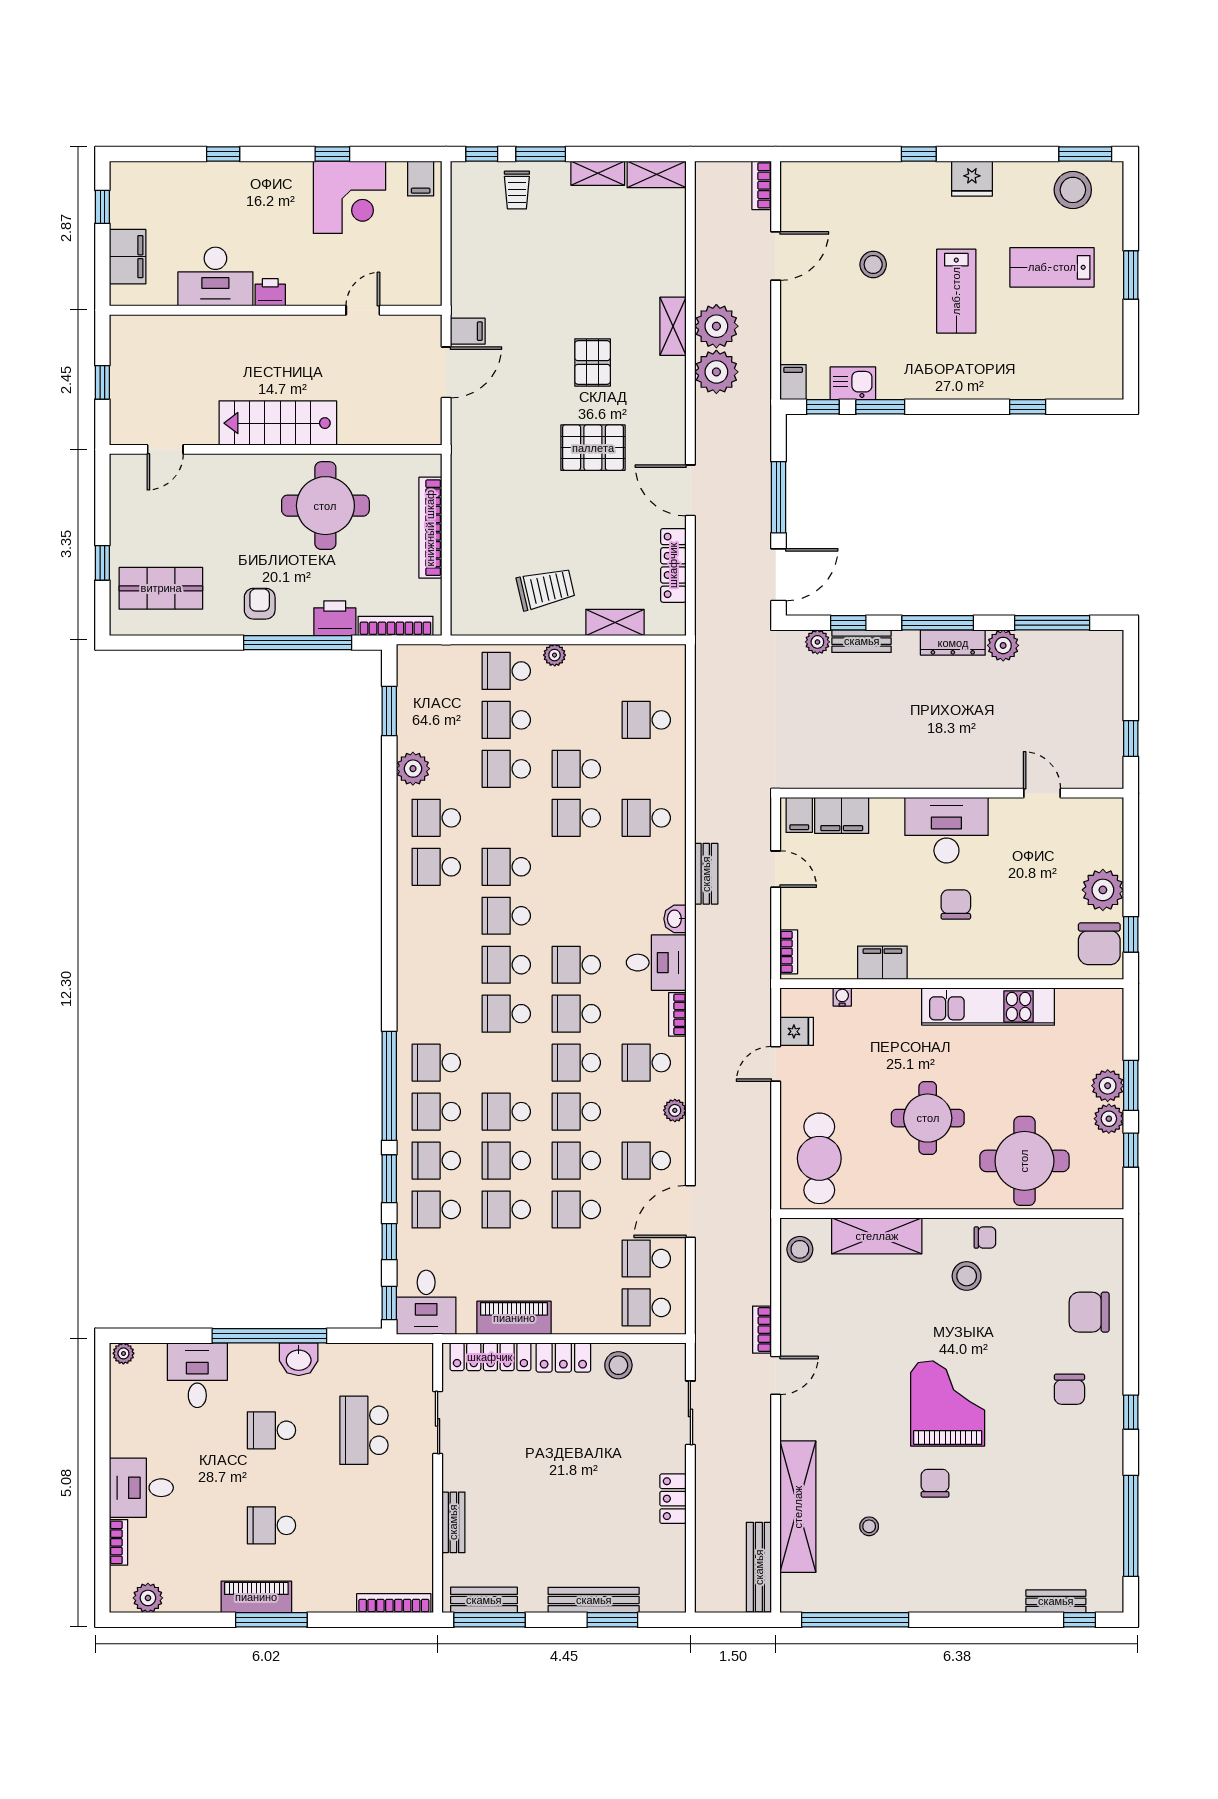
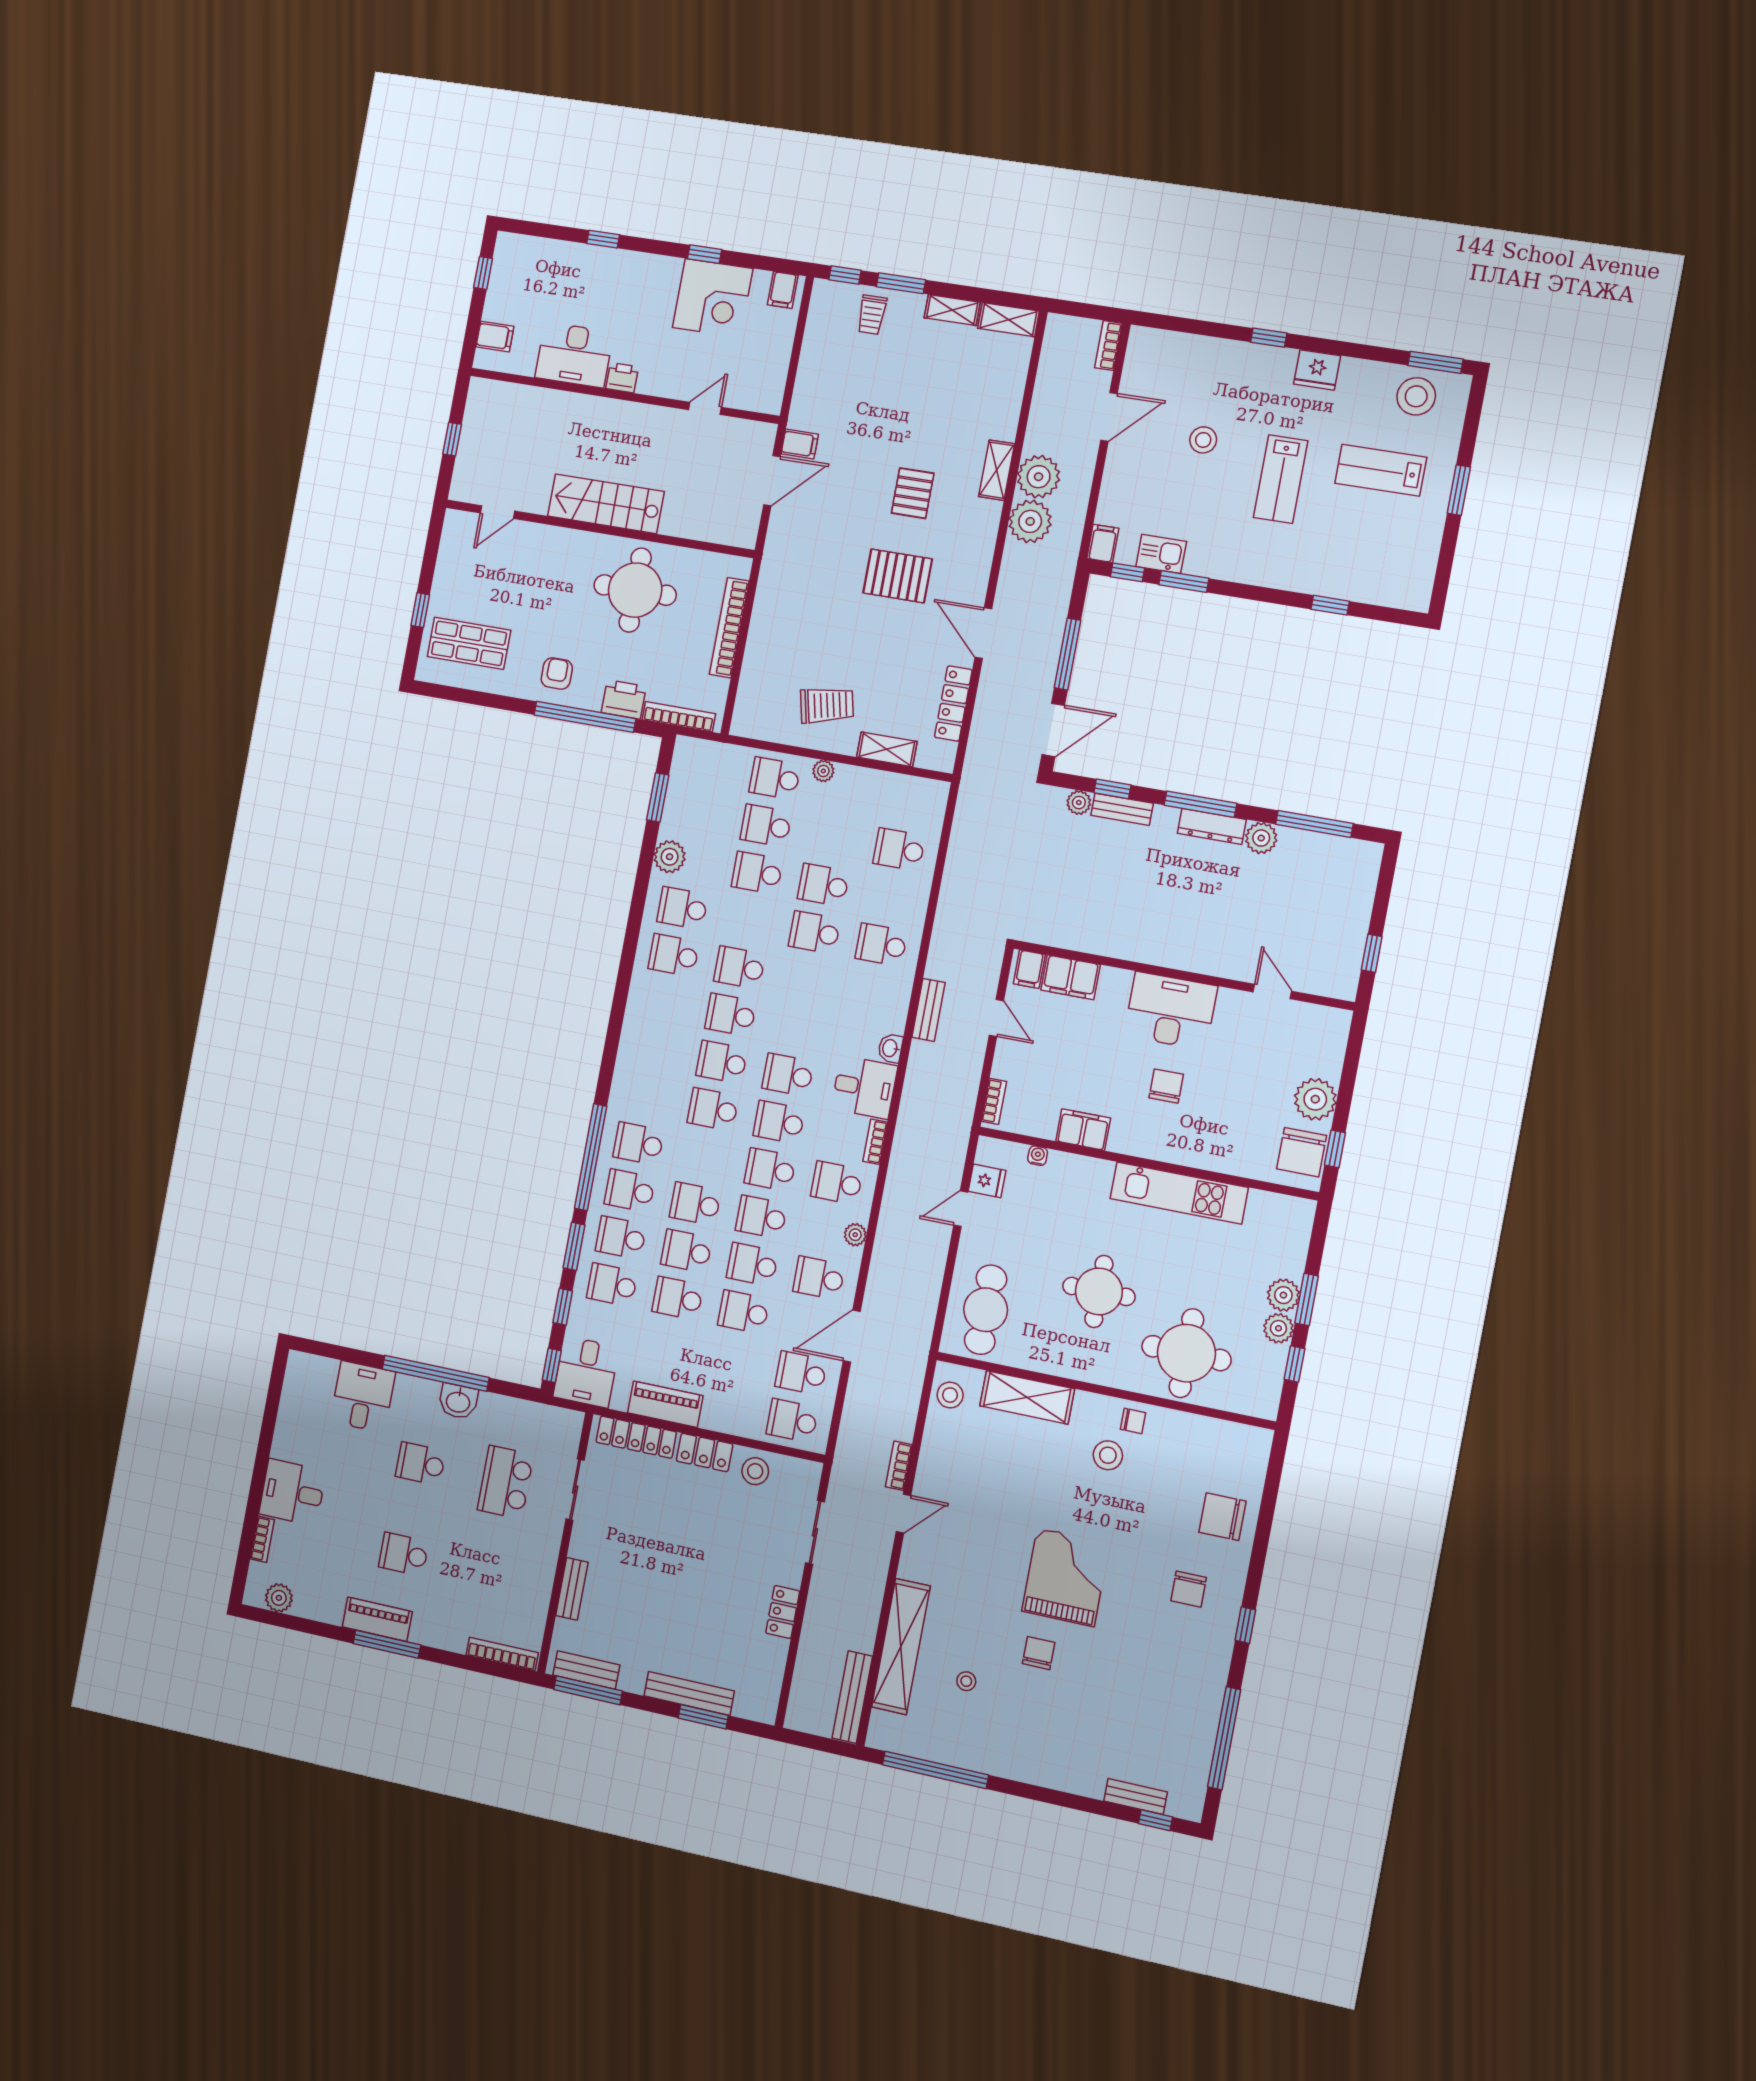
filing cabinet: (128, 257) -> (495, 337), width x0.50
plant: (123, 1353) -> (300, 1362), removed

